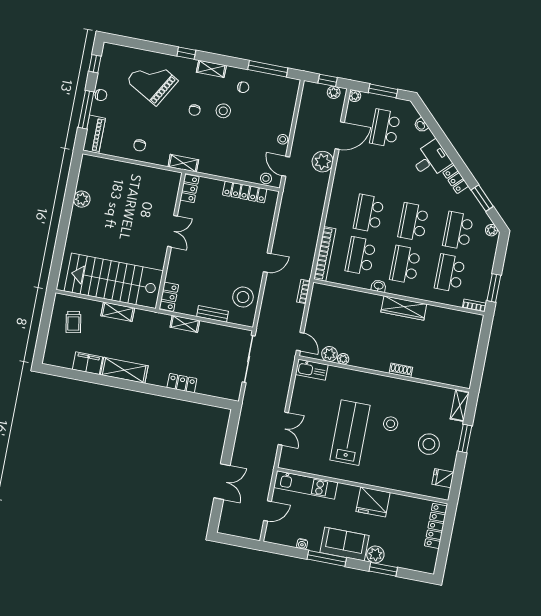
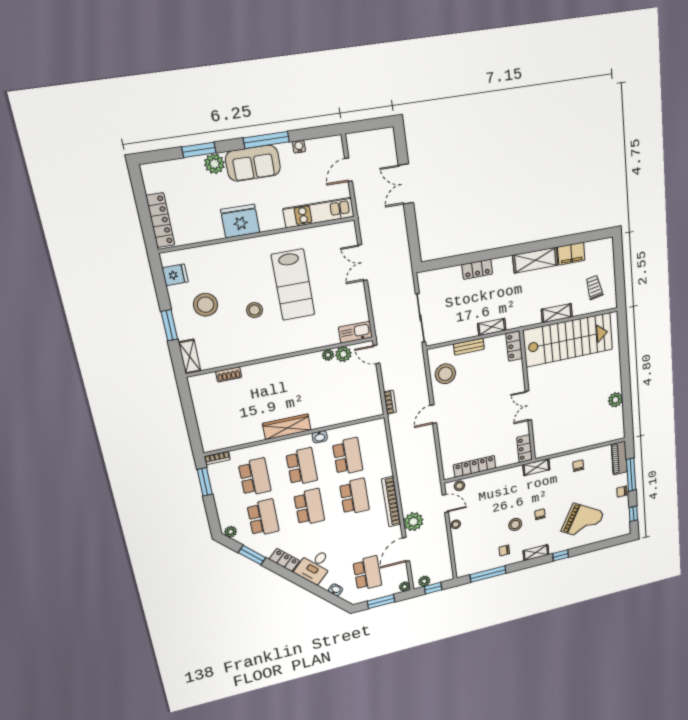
bookcase: (325, 254) -> (391, 502), moved
shoe rack: (401, 370) -> (229, 374), moved

